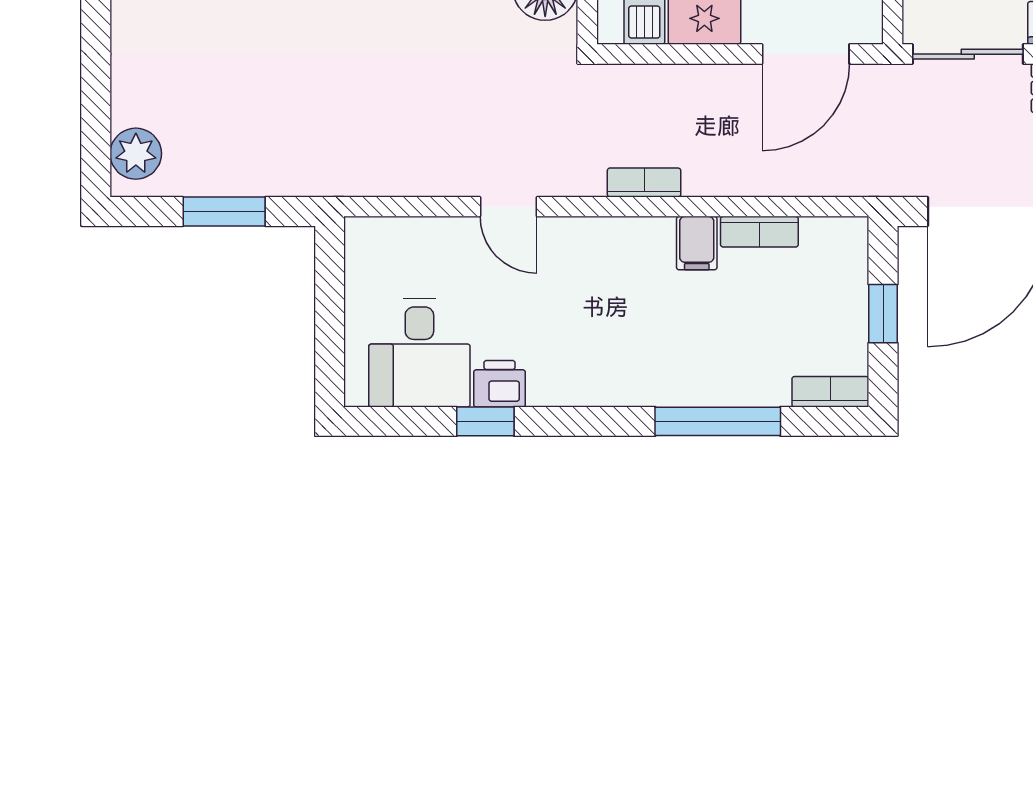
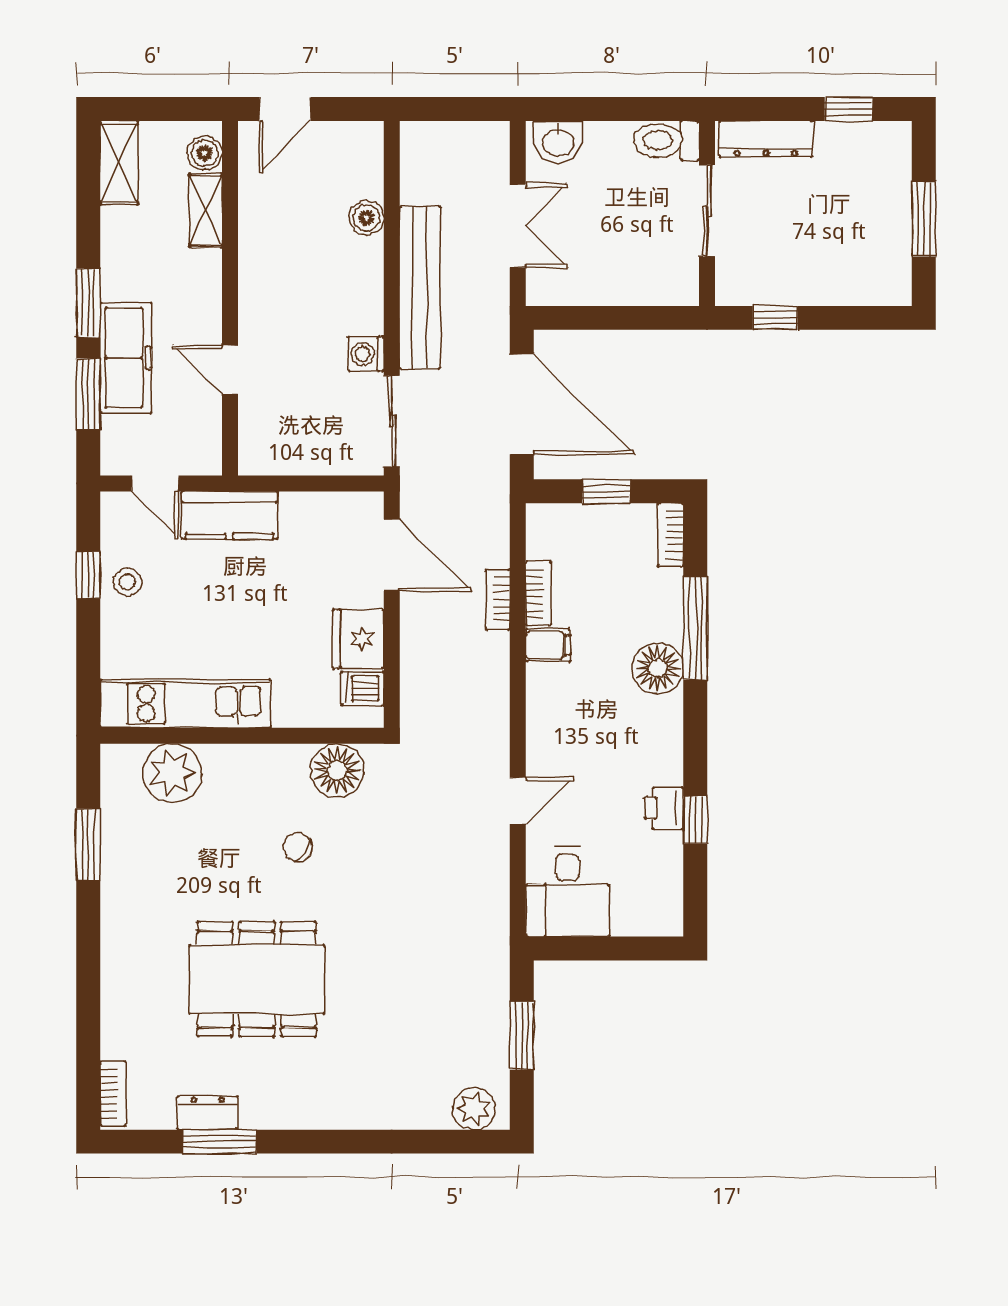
bookcase: (644, 183) -> (498, 599), moved
desk: (419, 353) -> (567, 892), moved, turned 90
floor lamp: (669, 376) -> (658, 668), added

